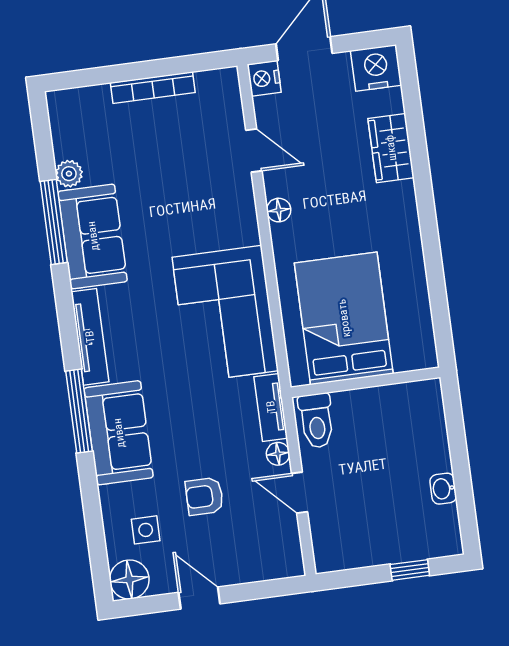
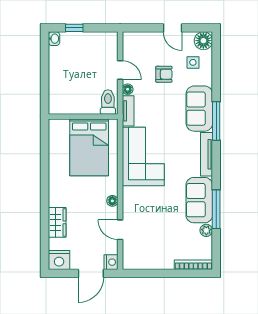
bookcase: (153, 88) -> (193, 265), moved
washbasin: (443, 489) -> (54, 39), moved

